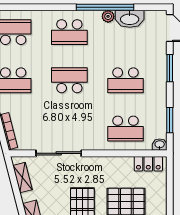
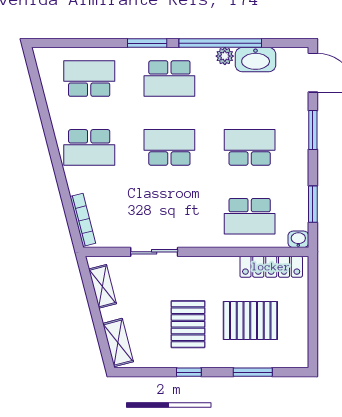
window: (54, 7) -> (147, 43), added
school desk: (126, 80) -> (250, 147), turned 180
sliding door: (59, 153) -> (154, 252), width x0.73
locker: (148, 164) -> (271, 267), width x1.53

